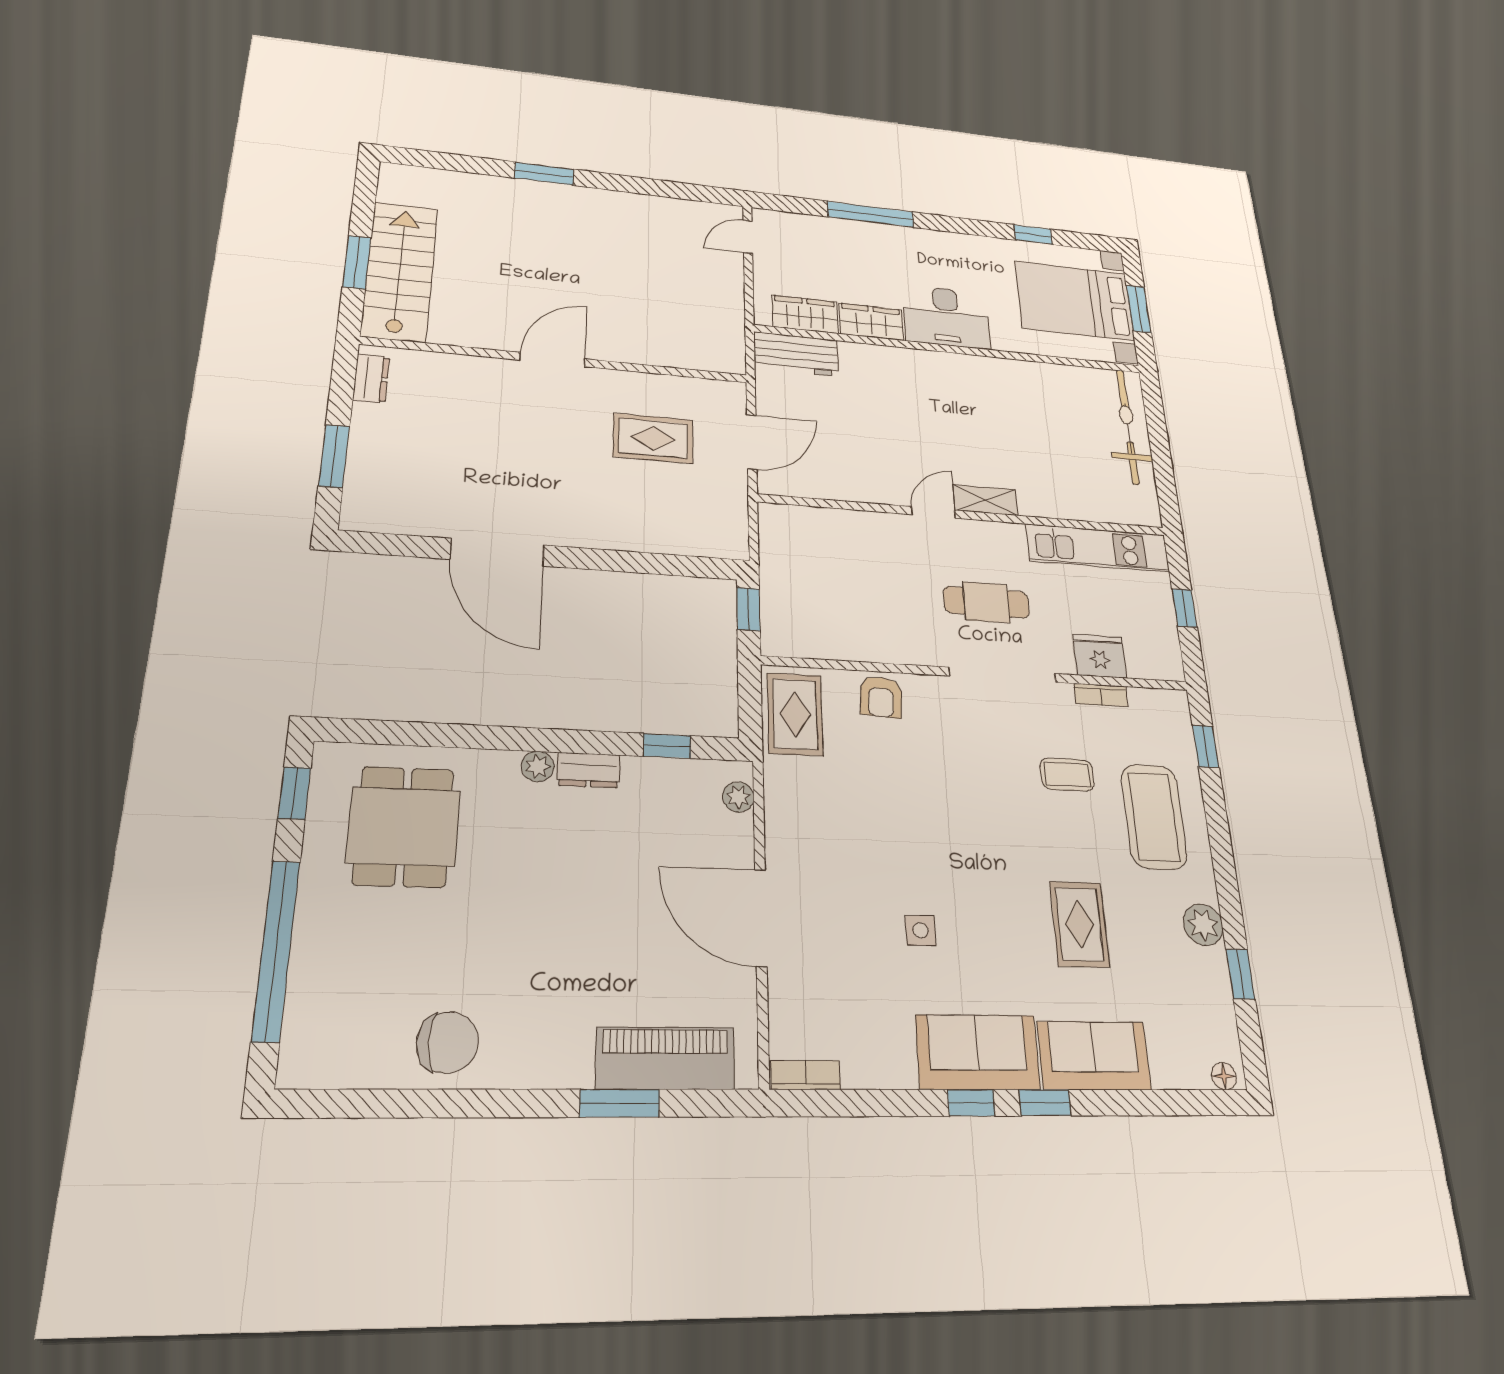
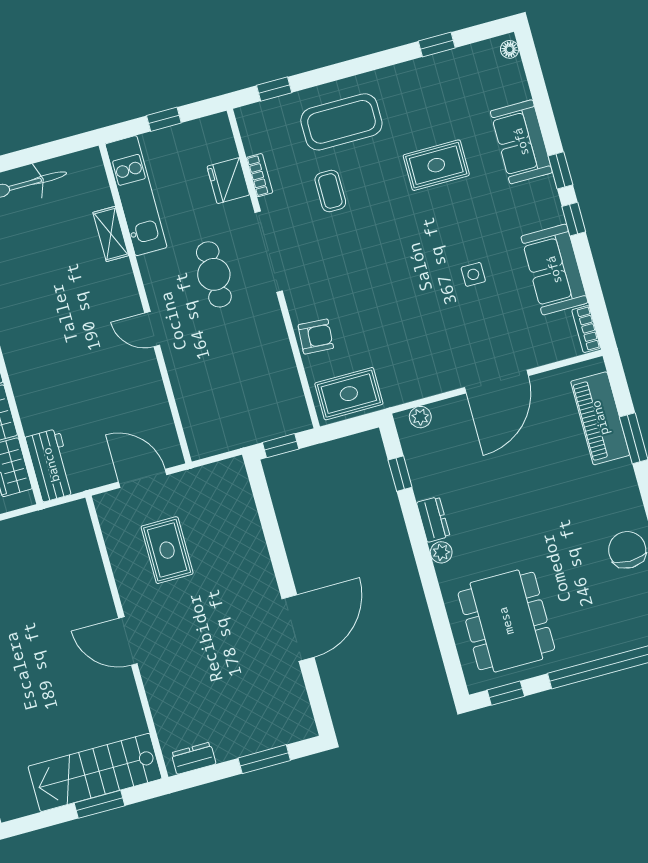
shelving: (985, 500) -> (111, 234), moved
dining table: (404, 826) -> (506, 621), width x1.38
plant: (1203, 925) -> (410, 76), removed
sofa: (978, 1052) -> (554, 270), moved

